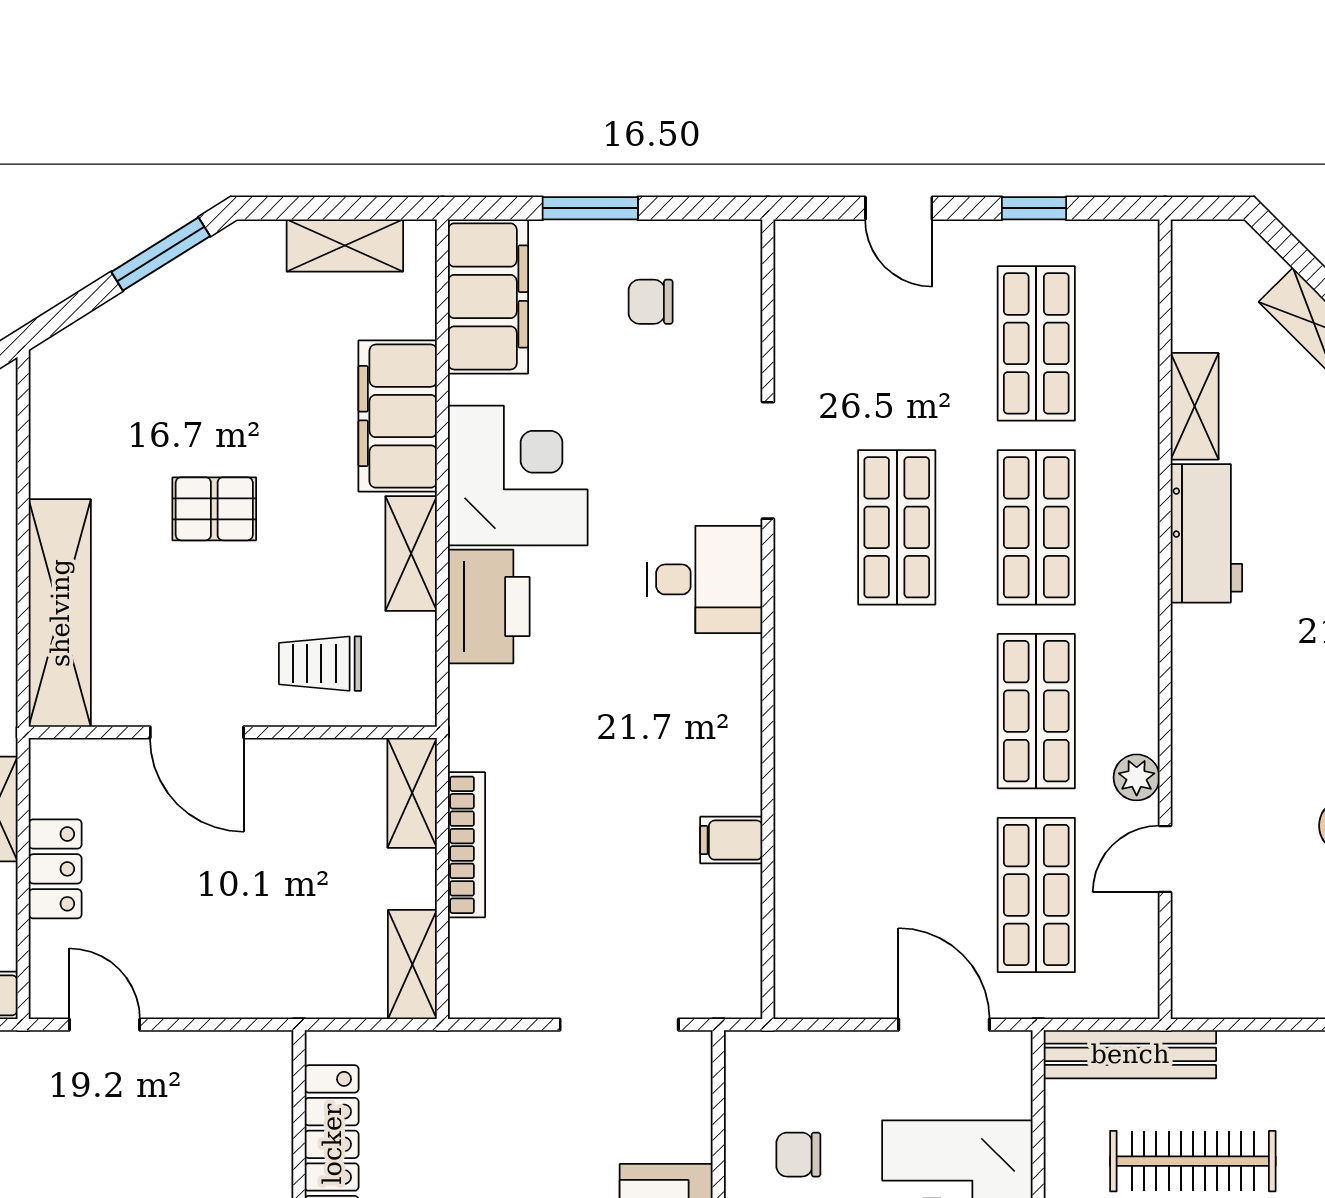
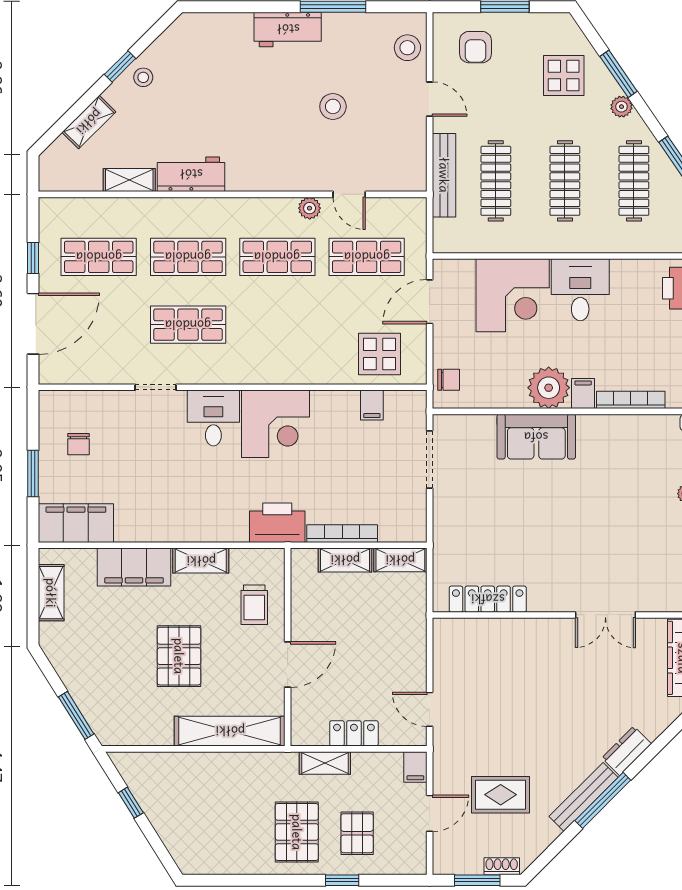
door: (899, 208) -> (33, 324), width x1.87
window: (161, 254) -> (76, 715), moved
doorway: (768, 460) -> (156, 387), width x0.73
corner desk: (518, 475) -> (275, 424), moved, turned 180
pallet: (214, 509) -> (179, 656), width x1.50, depth x1.42
printer: (489, 607) -> (277, 523), moved
shelving: (412, 793) -> (345, 560), moved
filing cabinet: (731, 840) -> (372, 405), moved
display table: (836, 922) -> (380, 354), added
door: (105, 1025) -> (430, 709), hinge flipped
bench: (1130, 1054) -> (444, 175), moved
chair: (798, 1155) -> (449, 380), moved, turned -90

